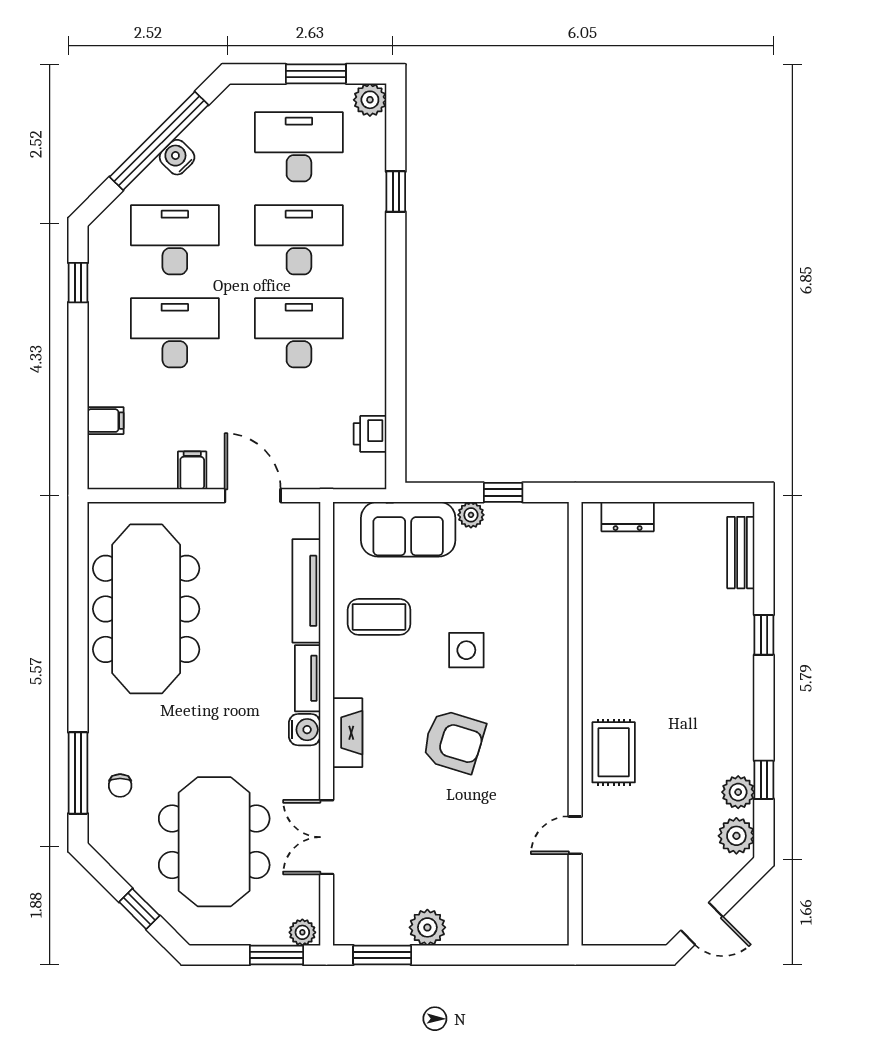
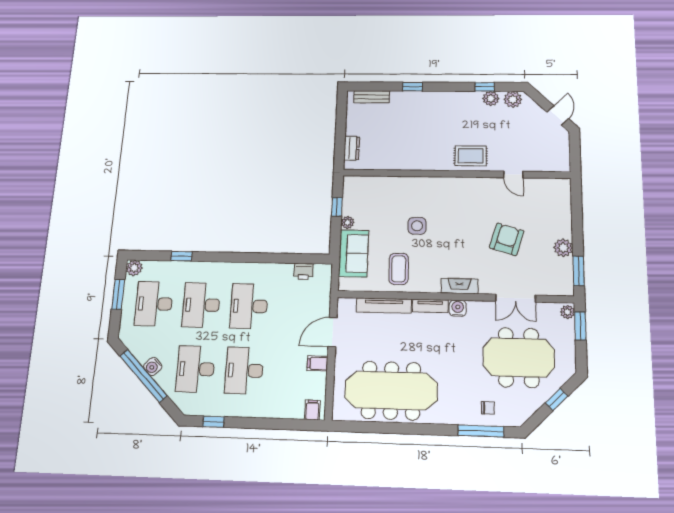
filing cabinet: (105, 421) -> (312, 410), moved
armchair: (454, 741) -> (507, 239), moved

